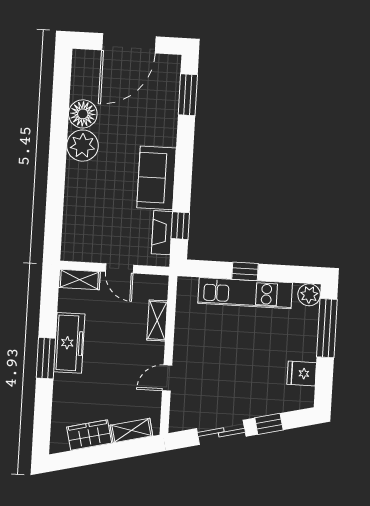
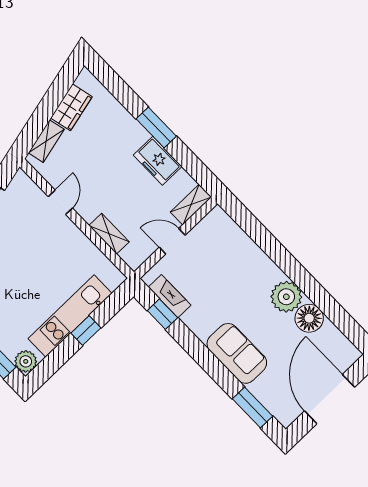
sofa: (157, 178) -> (237, 353), moved
freezer: (69, 343) -> (158, 161), width x0.71

